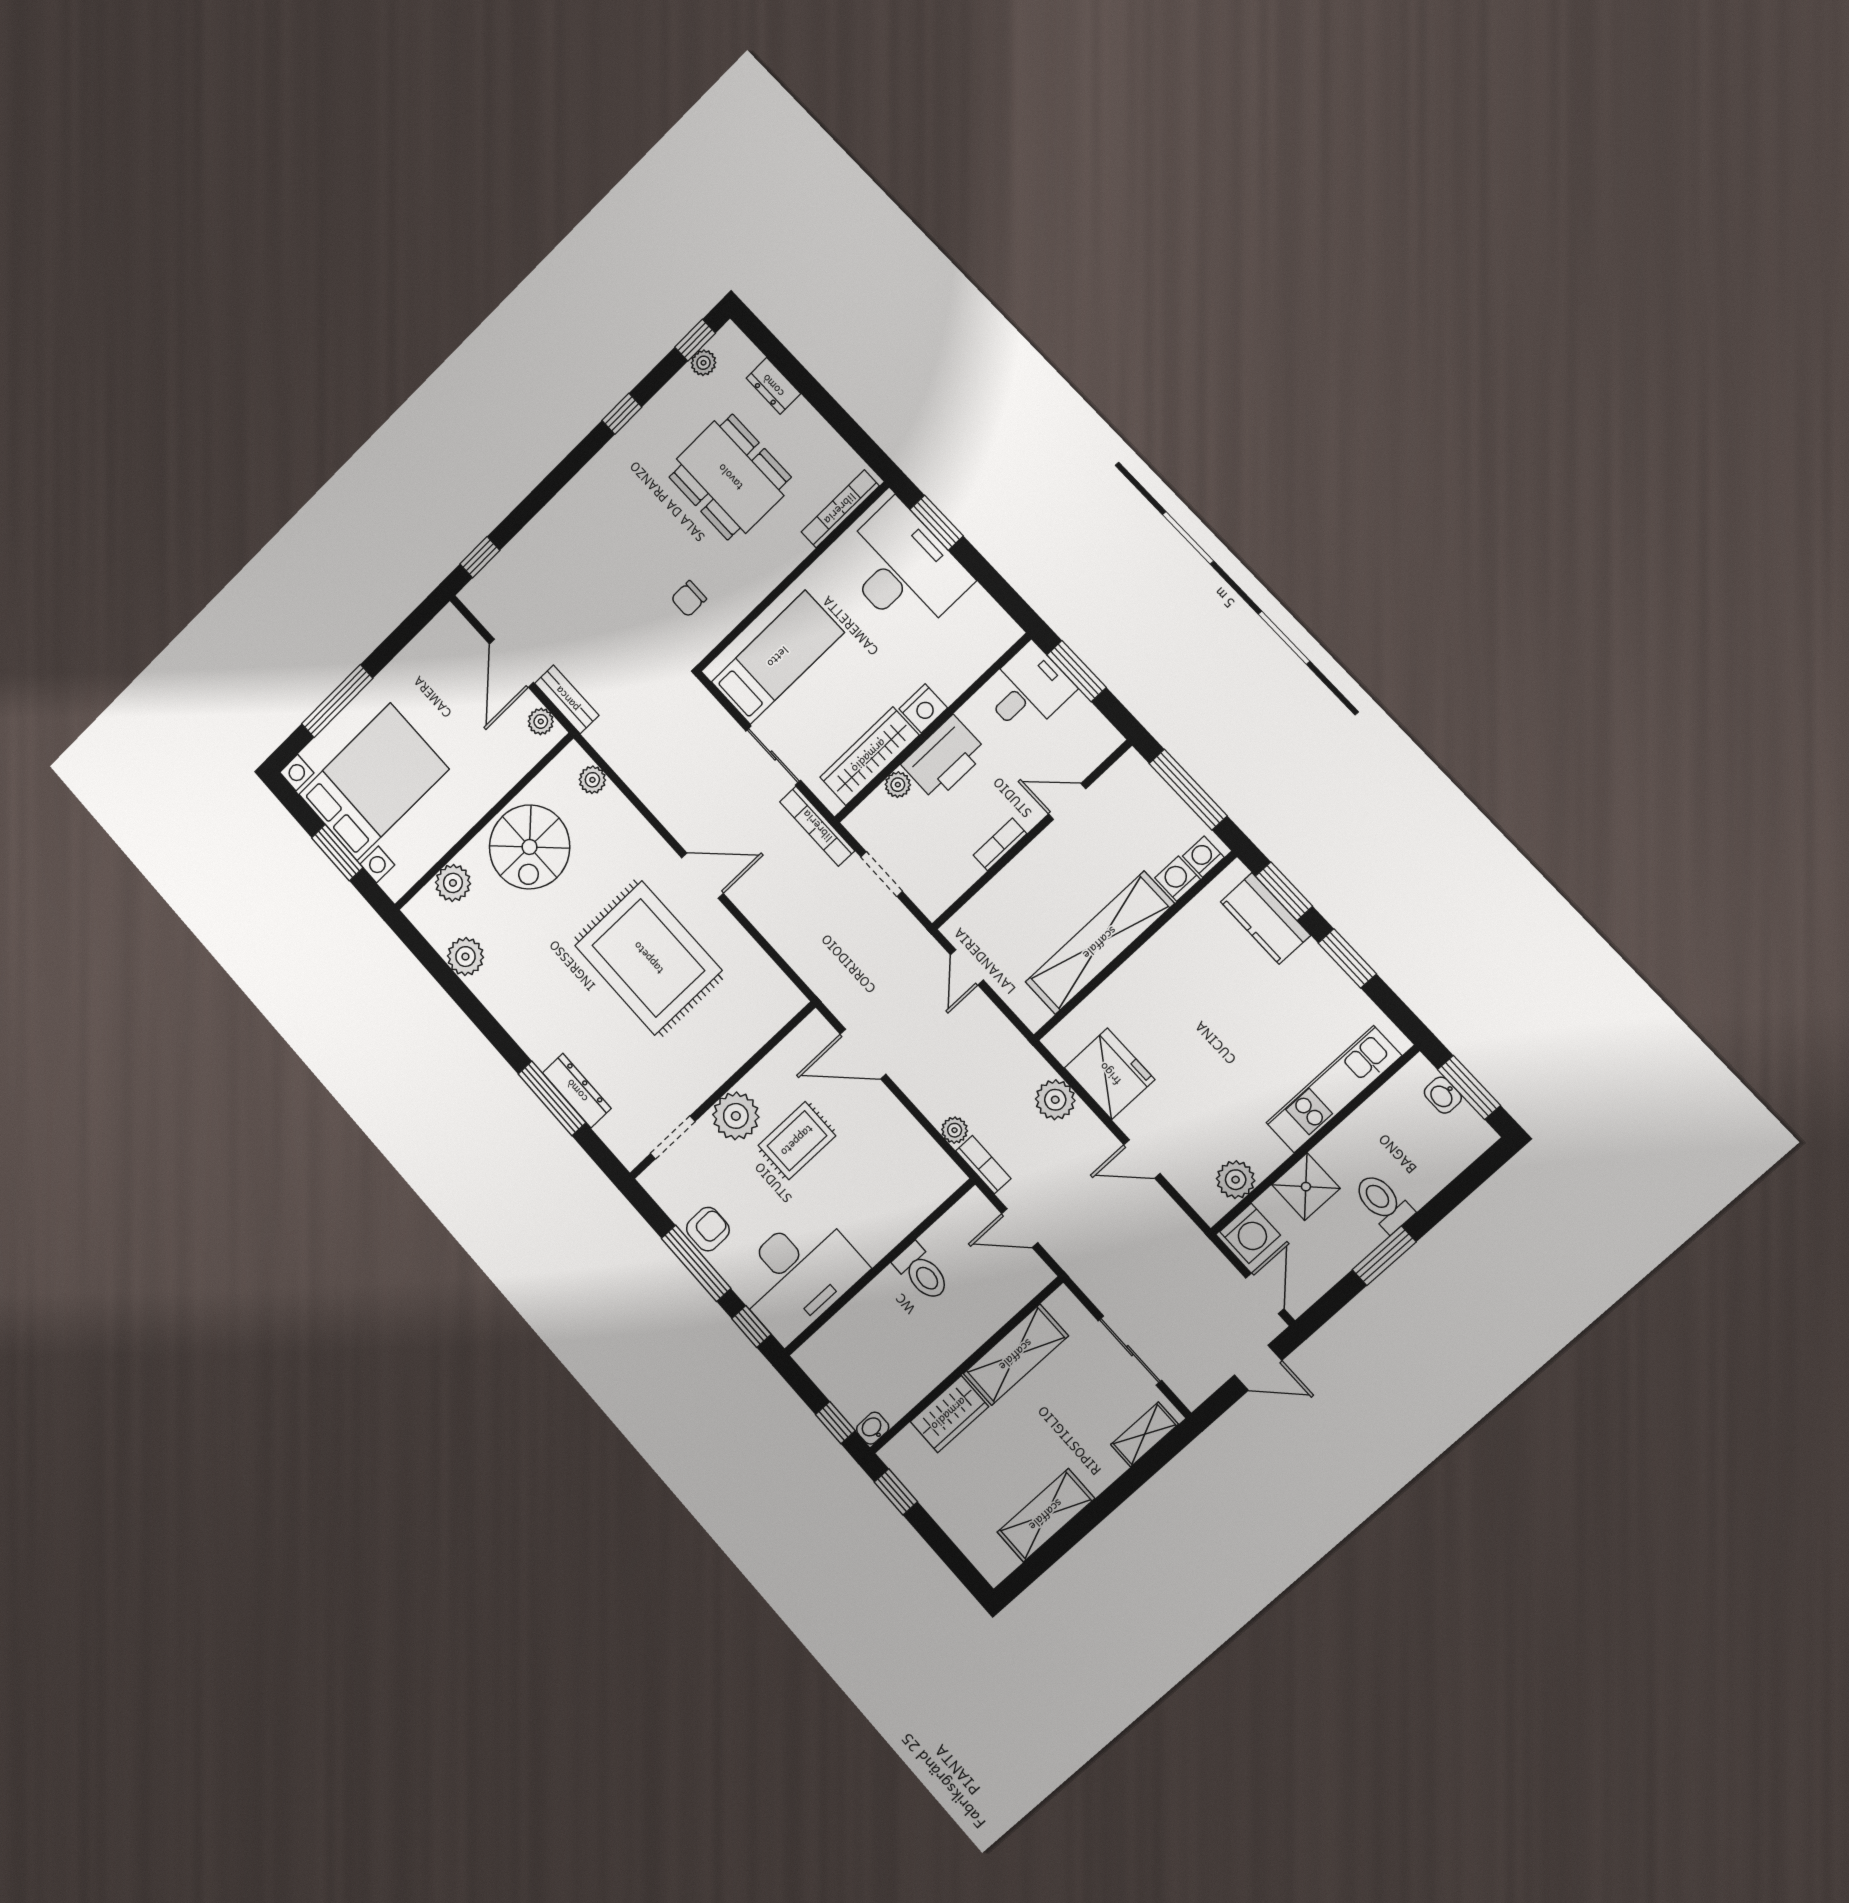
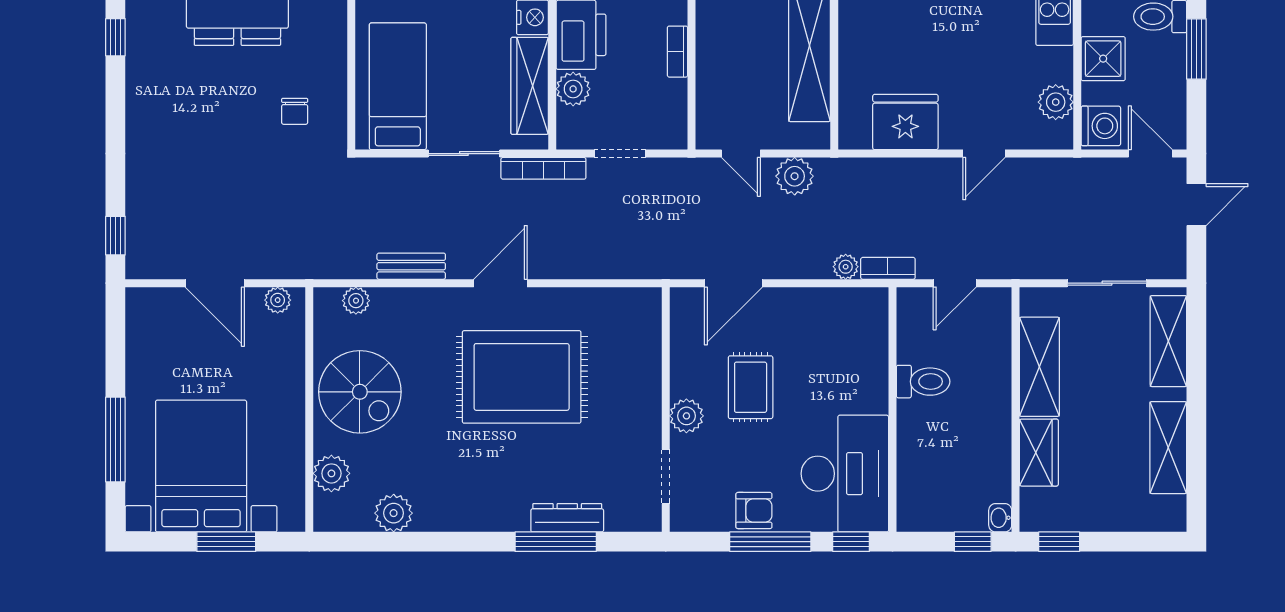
bench: (567, 699) -> (411, 266), moved
plant: (898, 785) -> (573, 89), width x1.38, depth x1.38
plant: (1055, 1100) -> (795, 176), moved
plant: (736, 1116) -> (686, 416), width x0.73, depth x0.73
armchair: (708, 1229) -> (754, 511), turned 90
shelving: (1144, 1434) -> (1168, 341), width x1.50, depth x1.33

